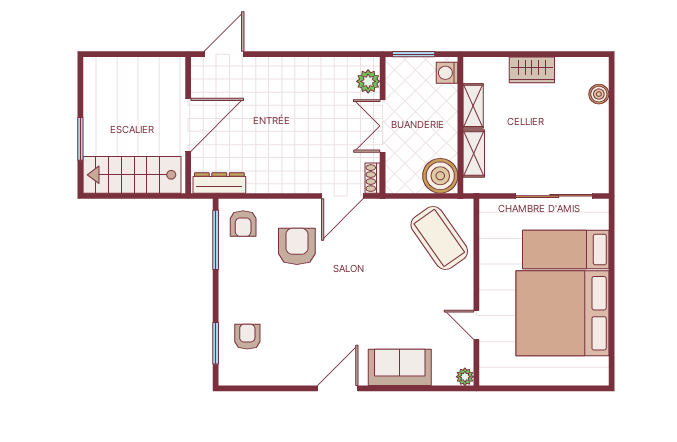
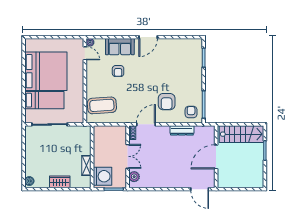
door: (224, 54) -> (200, 189), hinge flipped
washing machine: (447, 73) -> (103, 176), width x1.89, depth x1.89
boiler: (599, 94) -> (29, 181), moved
shelving: (474, 153) -> (86, 144), removed
boiler: (440, 176) -> (101, 134), removed
dresser: (219, 183) -> (182, 130), moved
coffee table: (439, 238) -> (102, 105), turned -59
door: (476, 325) -> (85, 53), moved
armchair: (247, 337) -> (118, 71), moved

